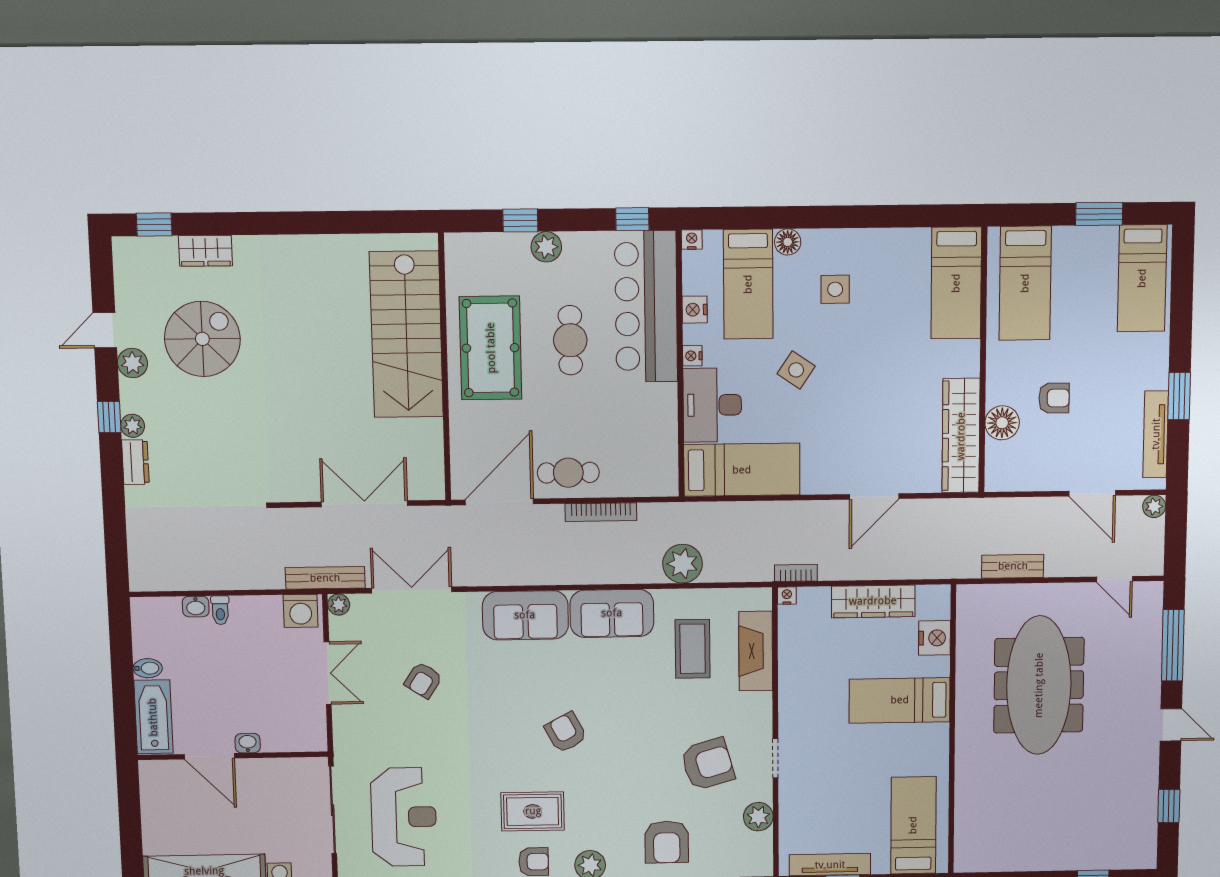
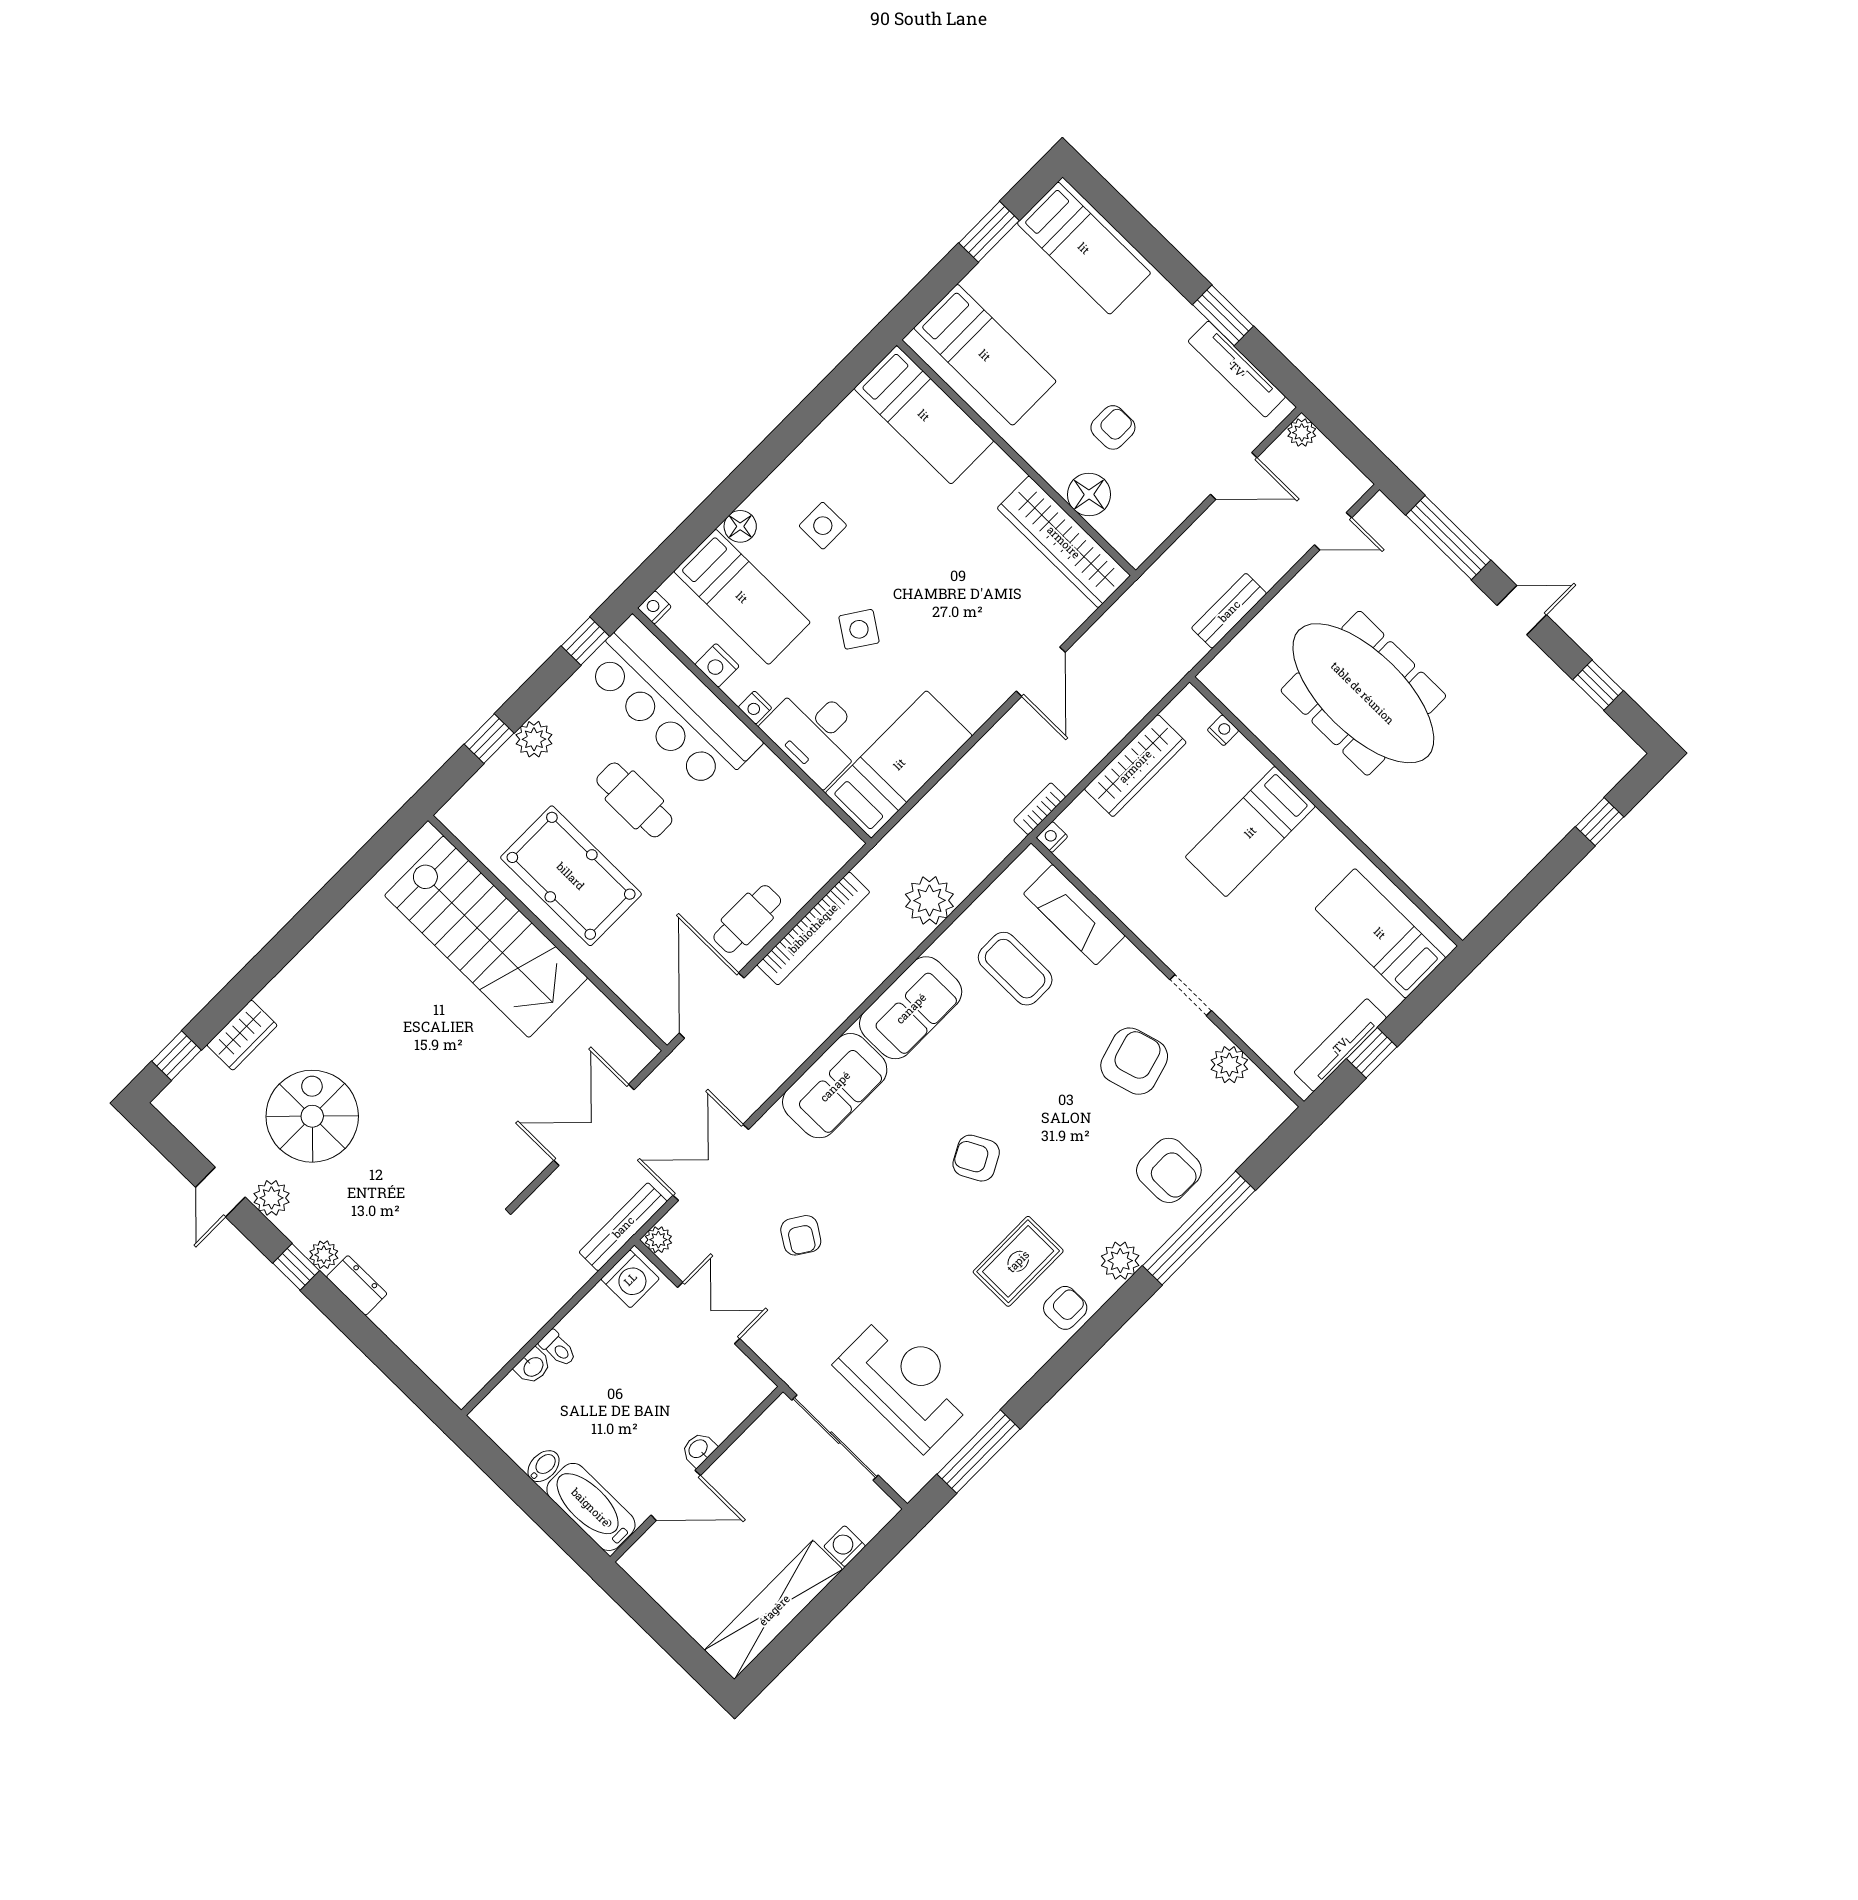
bookcase: (601, 512) -> (813, 928), width x1.48, depth x1.31
nightstand: (935, 638) -> (1223, 730), width x0.53, depth x0.56

